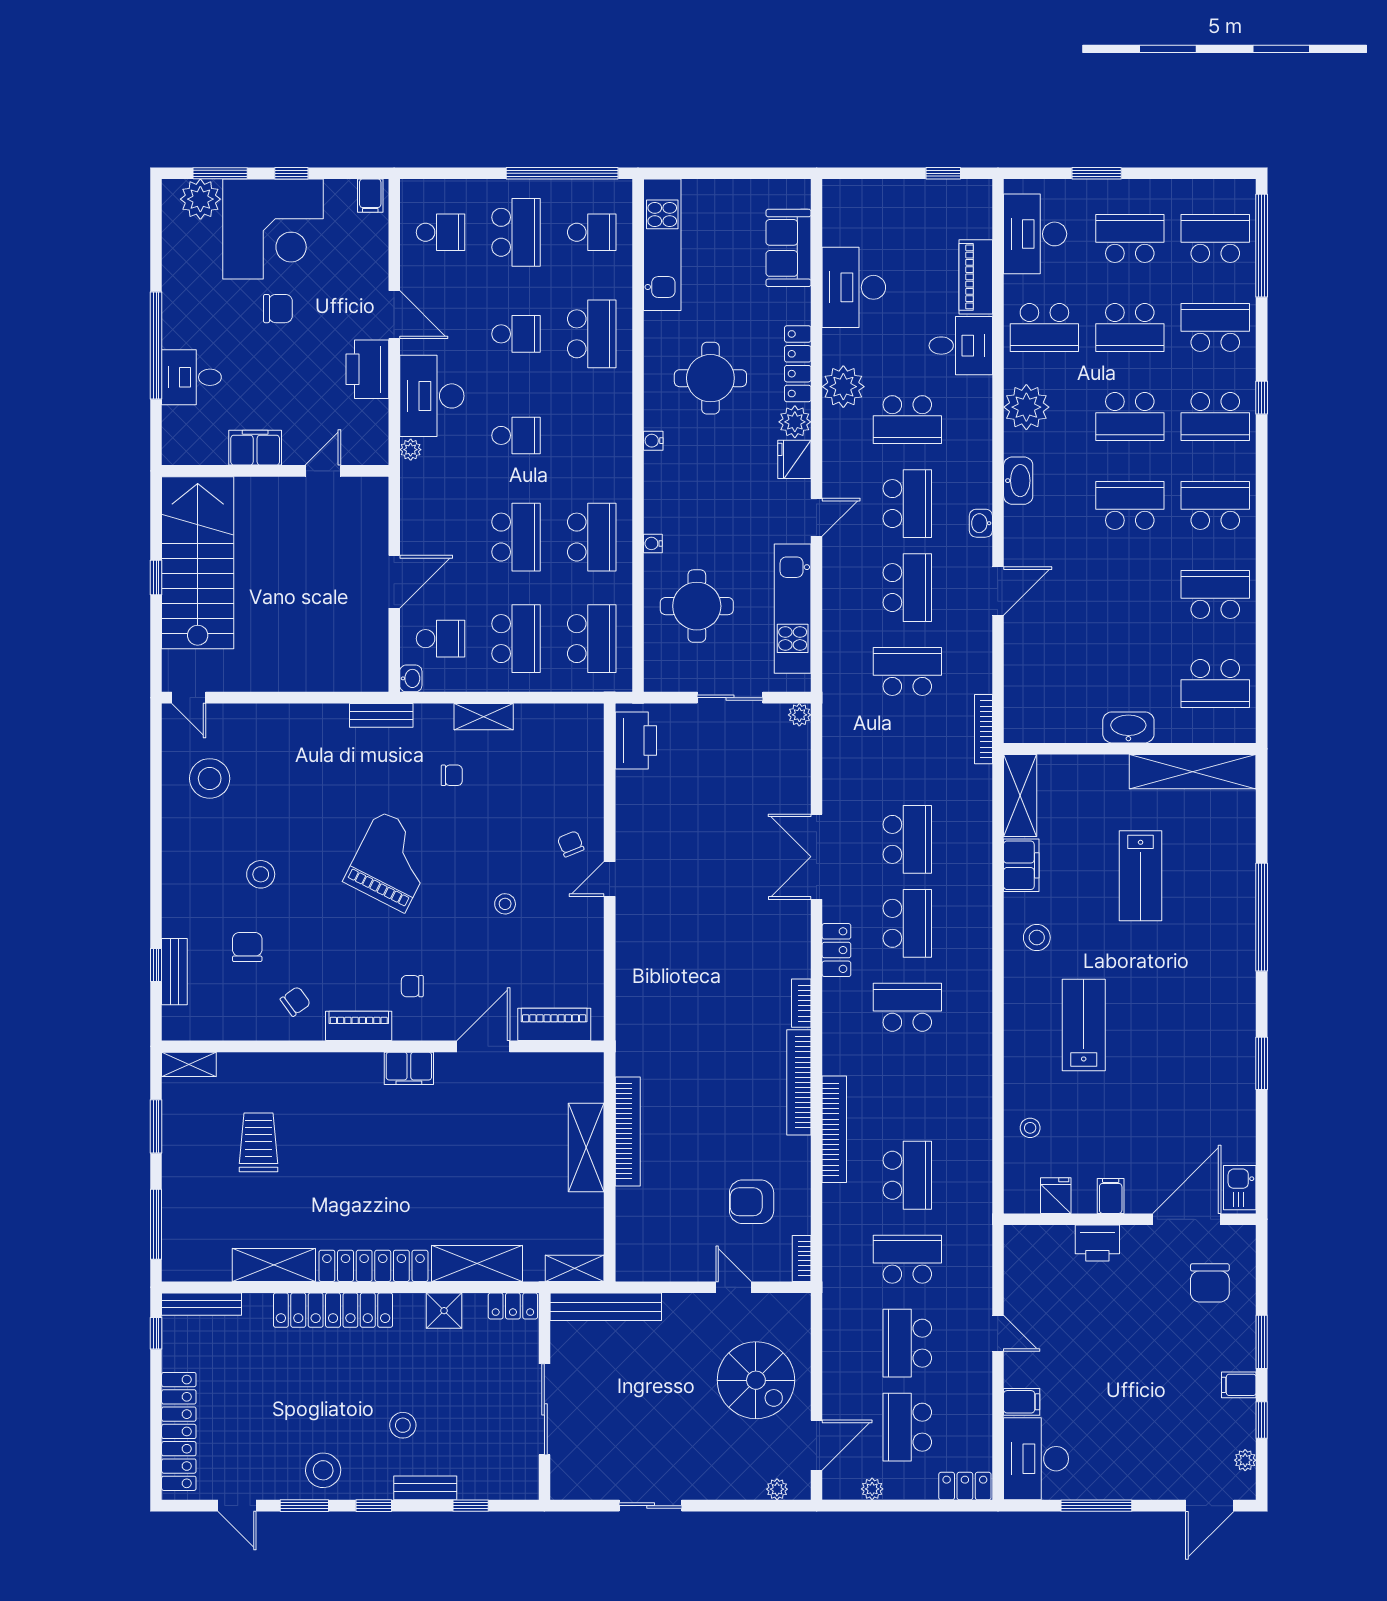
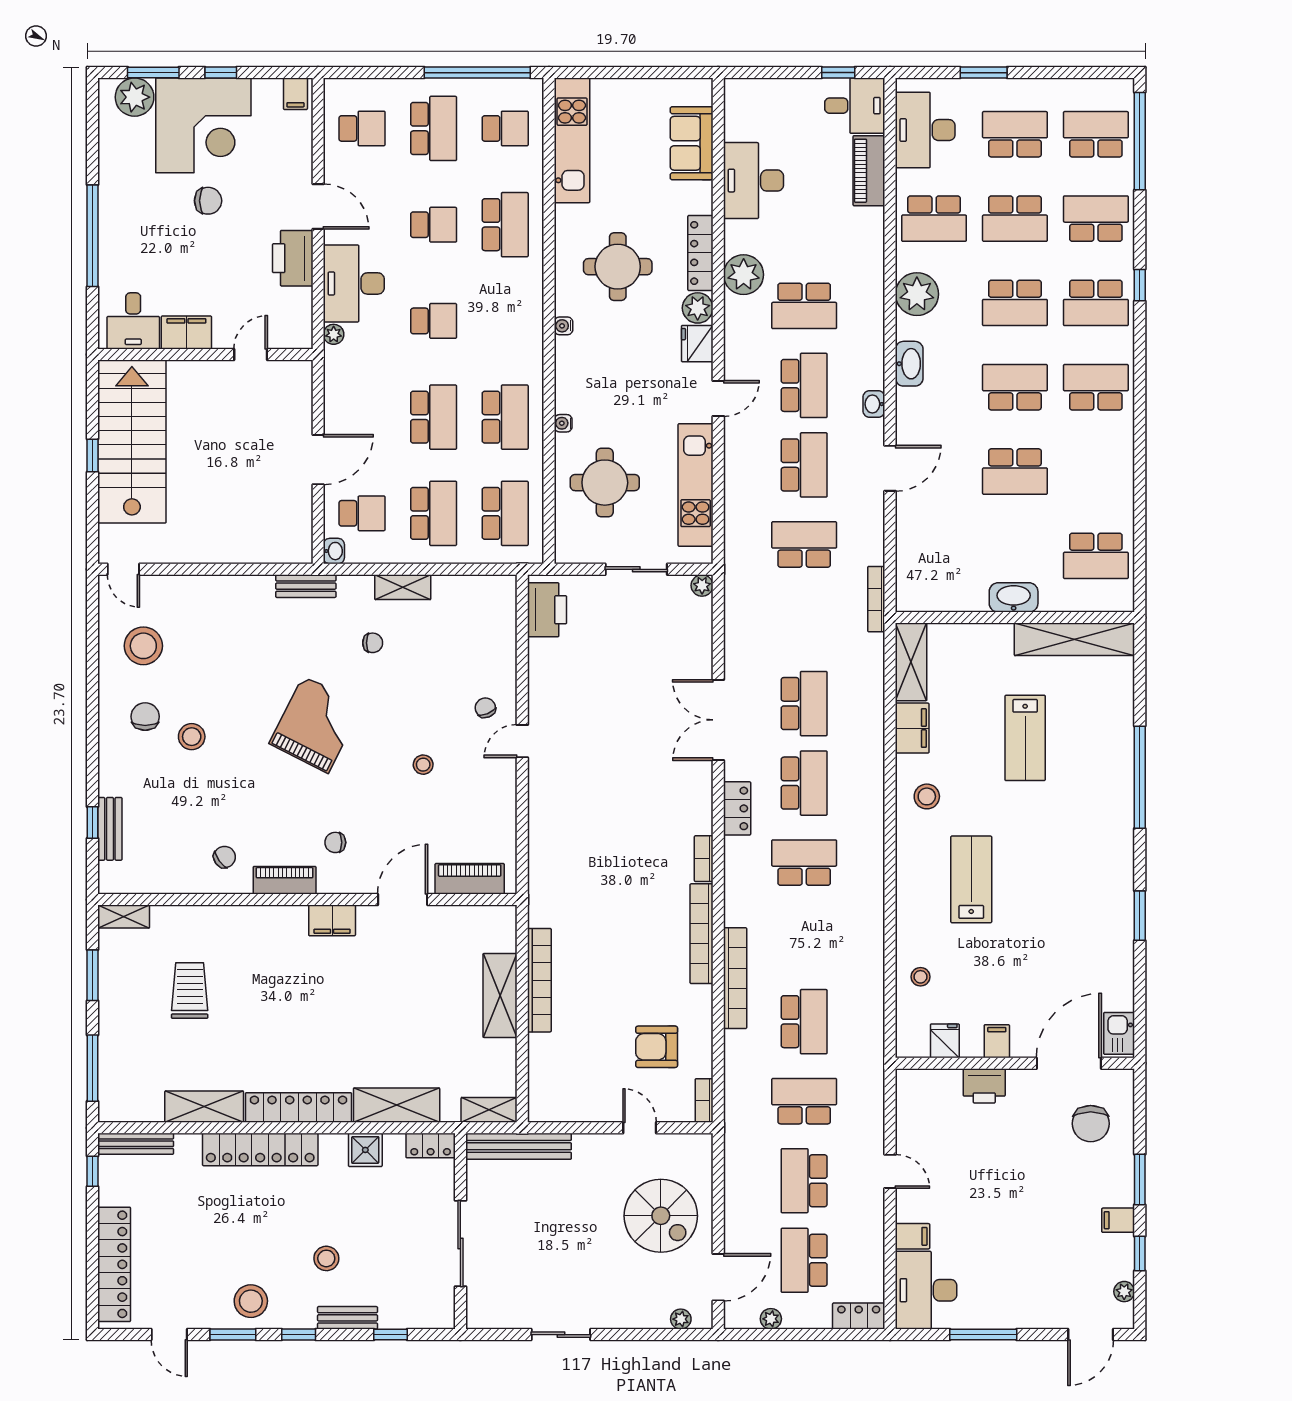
desk: (961, 346) -> (855, 106), moved
desk: (191, 377) -> (133, 321), moved, turned -90
school desk: (1215, 594) -> (1015, 472), moved, turned 180
chair: (247, 947) -> (145, 717), moved

